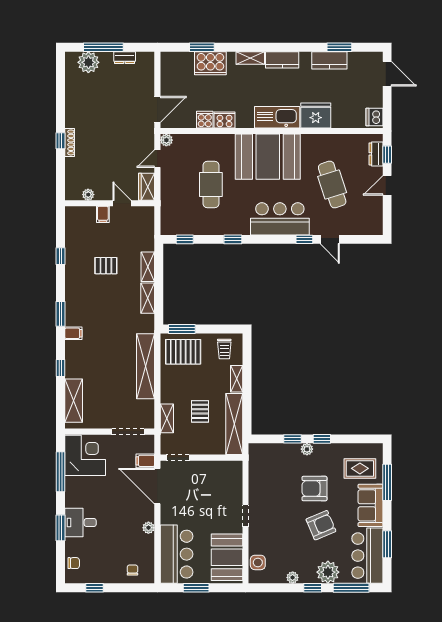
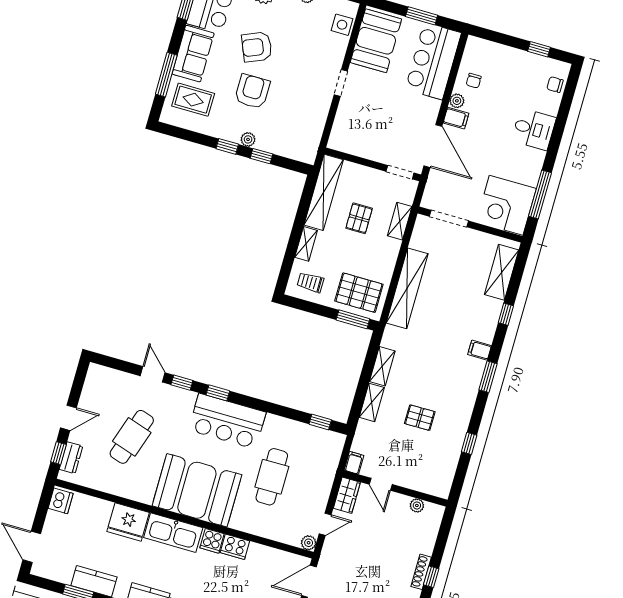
cooker: (205, 120) -> (212, 541), moved
cafe table: (332, 184) -> (132, 437), turned 36
filing cabinet: (103, 214) -> (354, 463), moved
bar counter: (280, 219) -> (227, 421), moved
window: (233, 239) -> (218, 393), moved
trolley: (224, 349) -> (310, 282), turned -90
filing cabinet: (145, 461) -> (456, 118), moved
armchair: (314, 489) -> (252, 91), turned -90
window: (61, 528) -> (559, 130), removed
chair: (132, 570) -> (474, 81), moved

